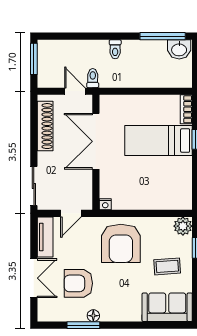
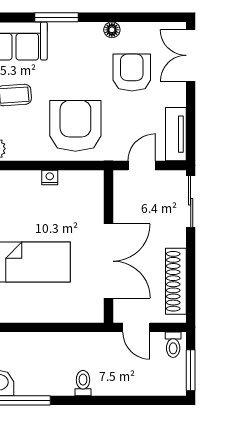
toilet: (93, 78) -> (173, 345), moved
nightstand: (105, 204) -> (50, 177), moved
double door: (34, 278) -> (191, 55), moved
armchair: (78, 283) -> (132, 73), turned -90
window: (83, 325) -> (57, 17), moved

